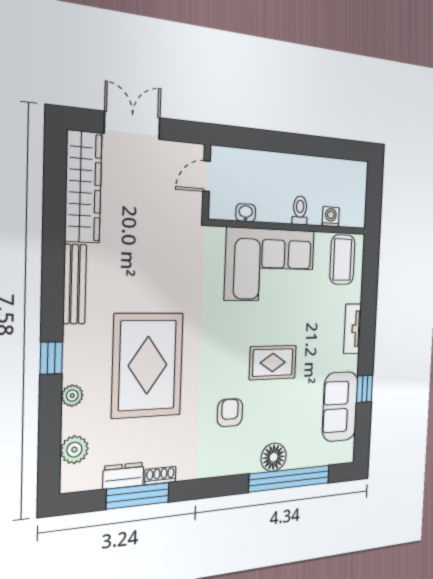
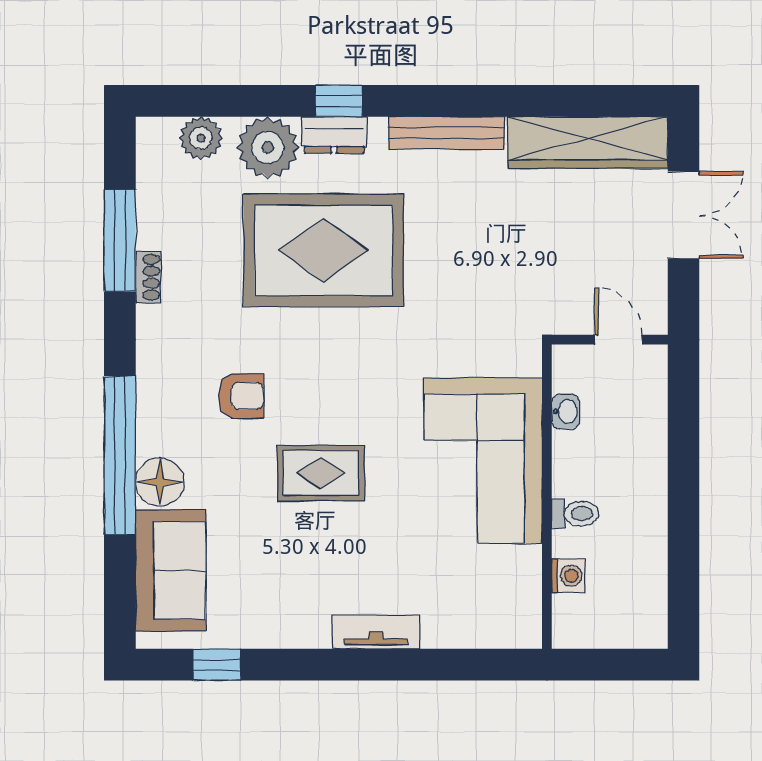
coffee table: (342, 260) -> (496, 604), removed
rug: (273, 363) -> (321, 473), turned 90
window: (365, 389) -> (217, 665), moved
plant: (72, 396) -> (268, 147), width x1.87, depth x1.87
sofa: (340, 407) -> (171, 570), moved, turned 90
dresser: (123, 476) -> (334, 135), moved, turned 90
window: (290, 479) -> (120, 455), moved

